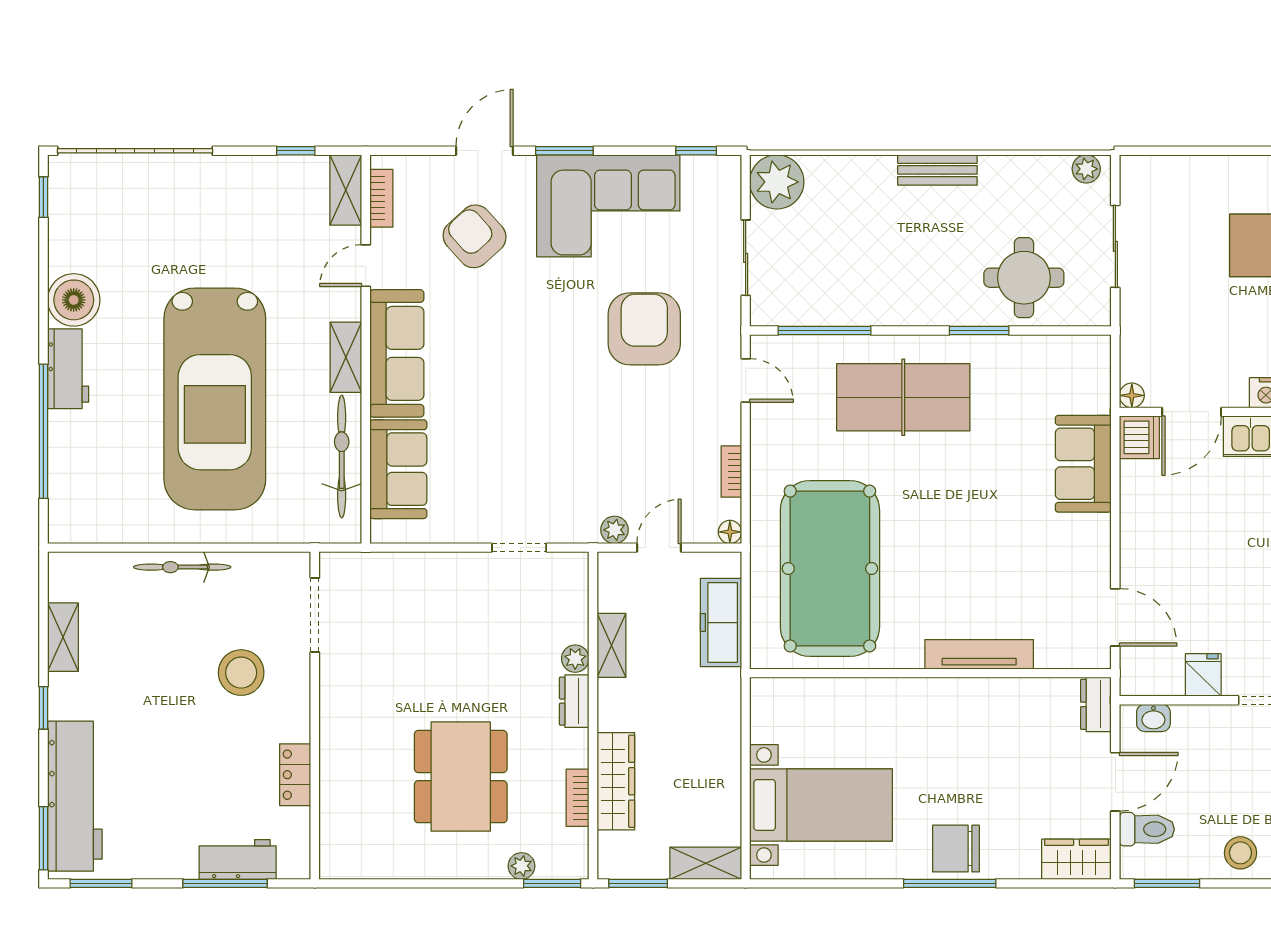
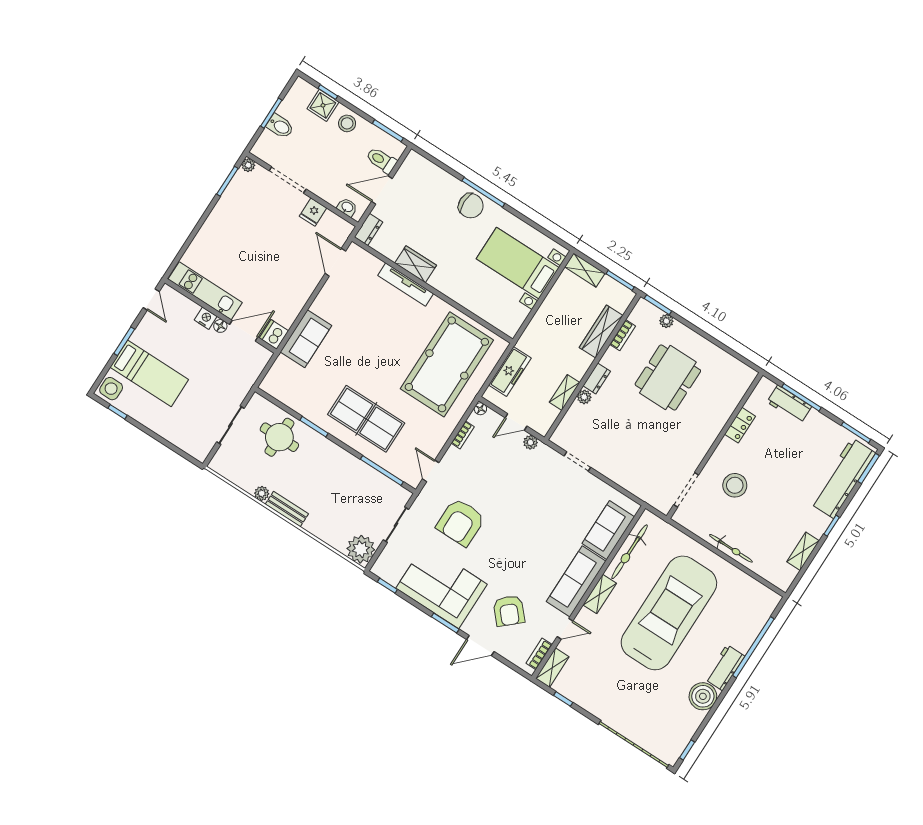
plant: (1086, 169) -> (262, 493), moved
floor lamp: (1132, 395) -> (220, 326), moved
wardrobe: (1076, 859) -> (416, 264), moved, turned 180

